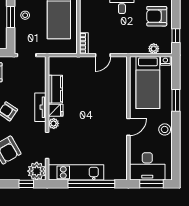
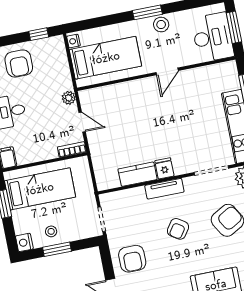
plant: (154, 49) -> (69, 98), moved
window: (176, 100) -> (147, 12), moved
plant: (54, 123) -> (182, 168), removed
door: (128, 127) -> (167, 71), swing flipped

